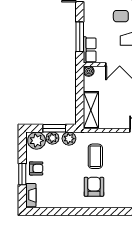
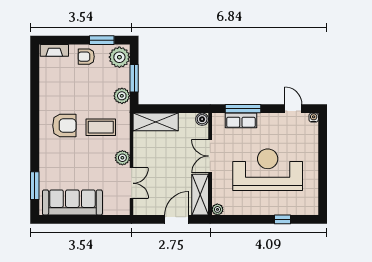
row of seats: (90, 50) -> (241, 120), moved
plant: (52, 138) -> (122, 158), moved
armchair: (36, 168) -> (86, 57), turned 90
window: (22, 174) -> (102, 40), moved

